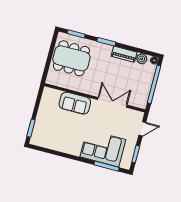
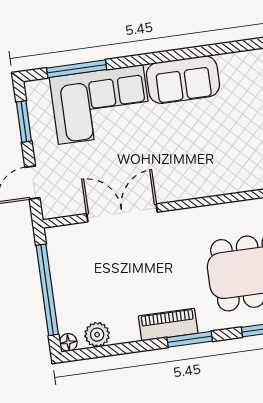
piano: (124, 54) -> (168, 325), moved
double door: (112, 102) -> (122, 213), swing flipped
sofa: (75, 103) -> (183, 80), moved, turned 180

